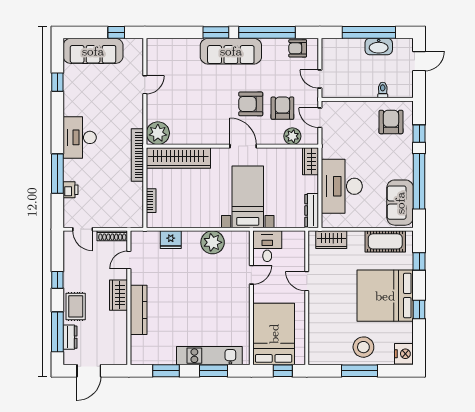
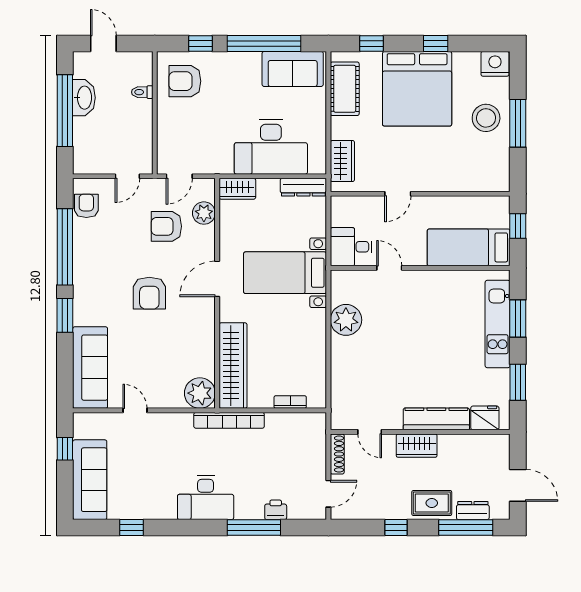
armchair: (298, 48) -> (86, 206), turned 180
sofa: (231, 51) -> (90, 368), moved
armchair: (251, 104) -> (149, 293), moved
fridge: (171, 240) -> (485, 418), moved, turned -90
bed: (274, 334) -> (469, 247), width x0.67

